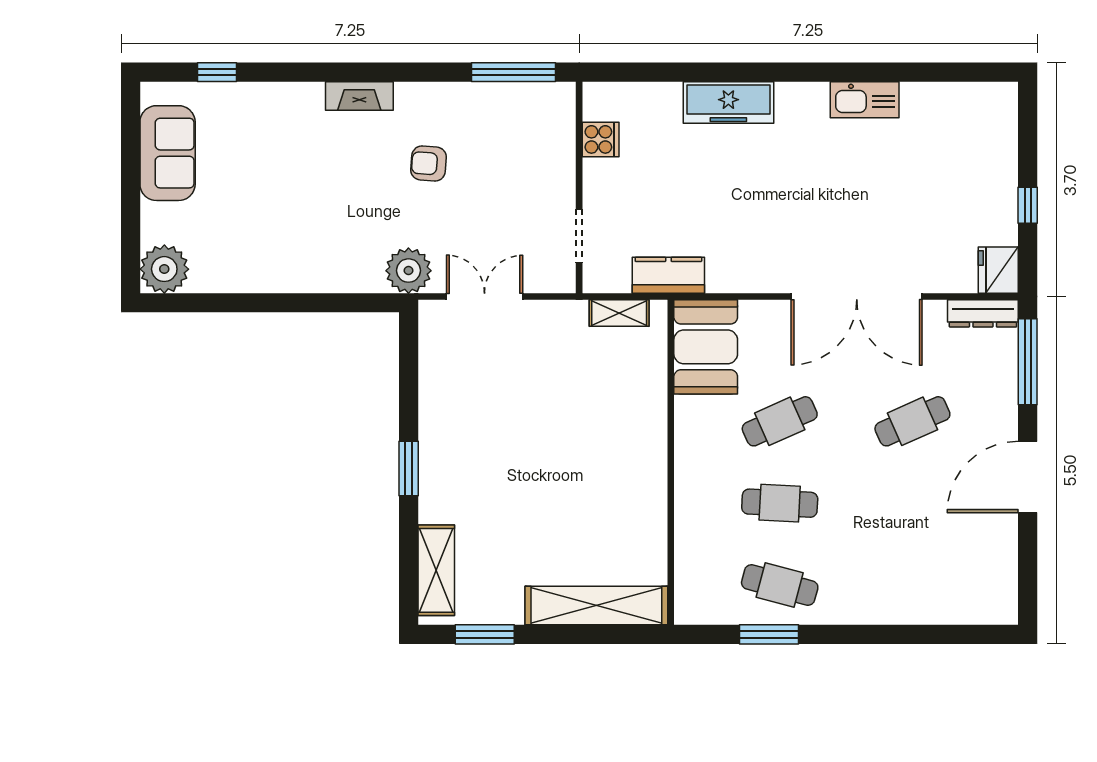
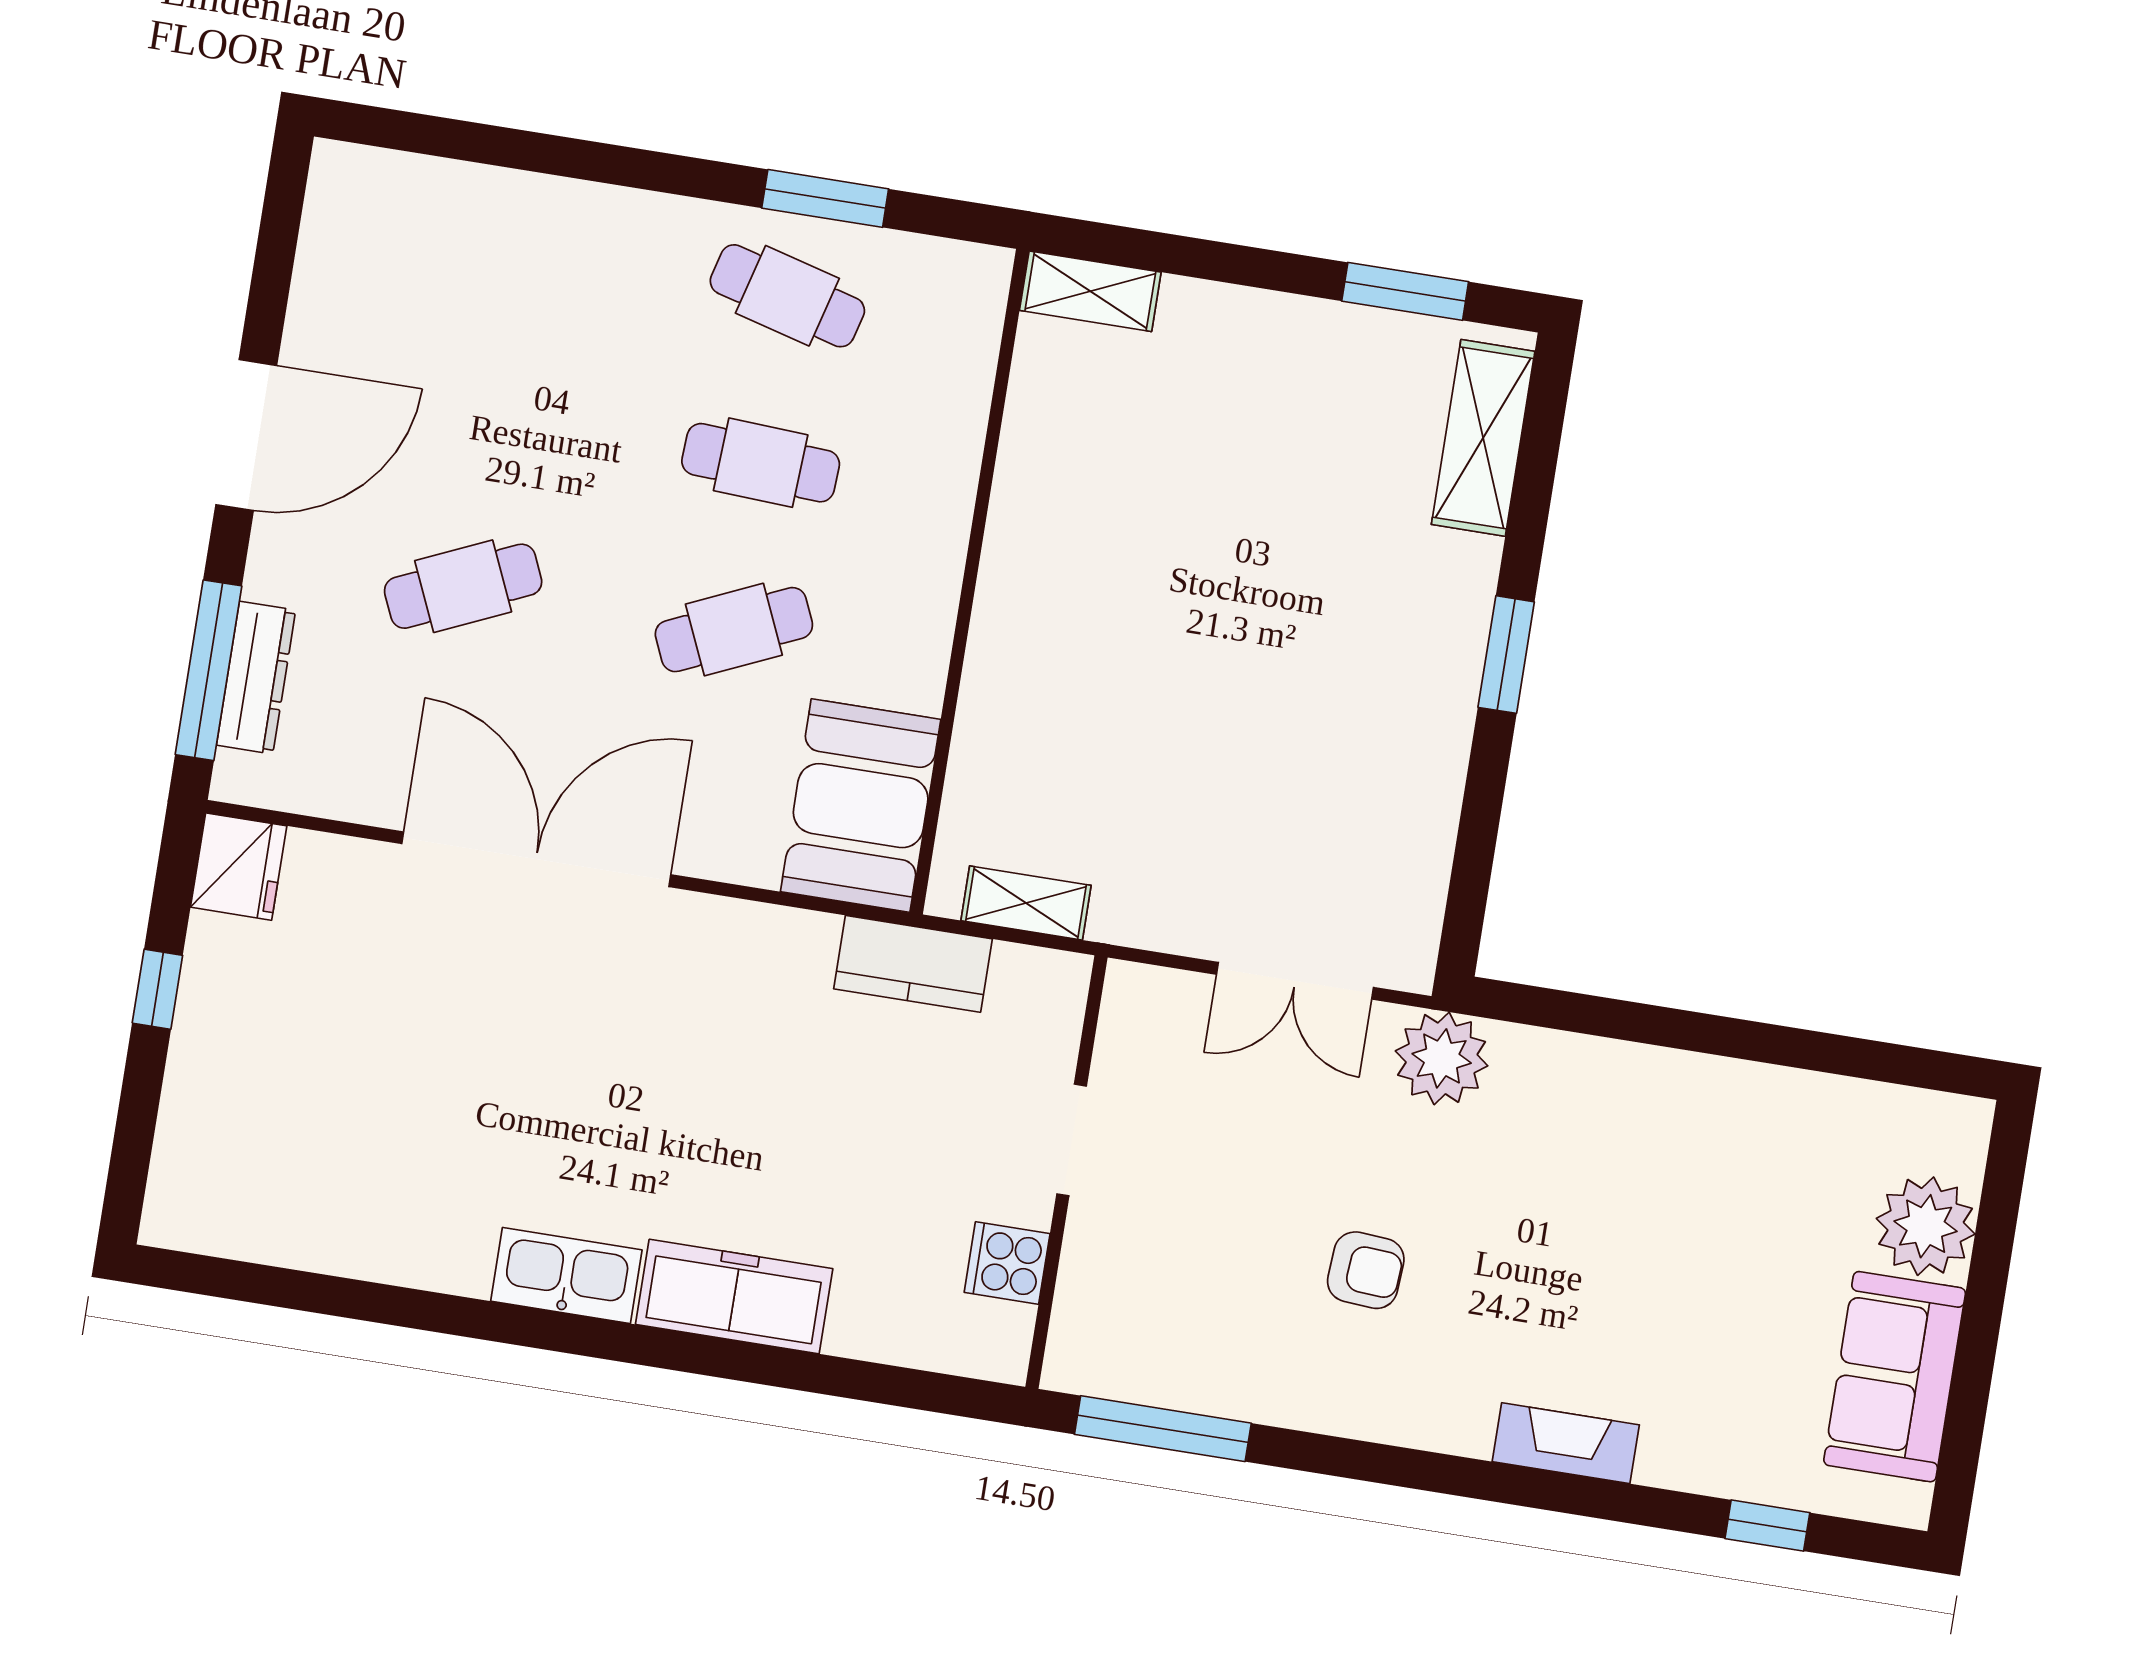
fireplace: (359, 96) -> (1566, 1443), moved
kitchen sink: (865, 100) -> (566, 1276), moved
doorway: (579, 236) -> (1072, 1140), moved
plant: (164, 269) -> (1926, 1226), moved
dresser: (983, 313) -> (256, 678), moved, turned 90
shelving: (596, 606) -> (1090, 291), width x0.45, depth x0.75

